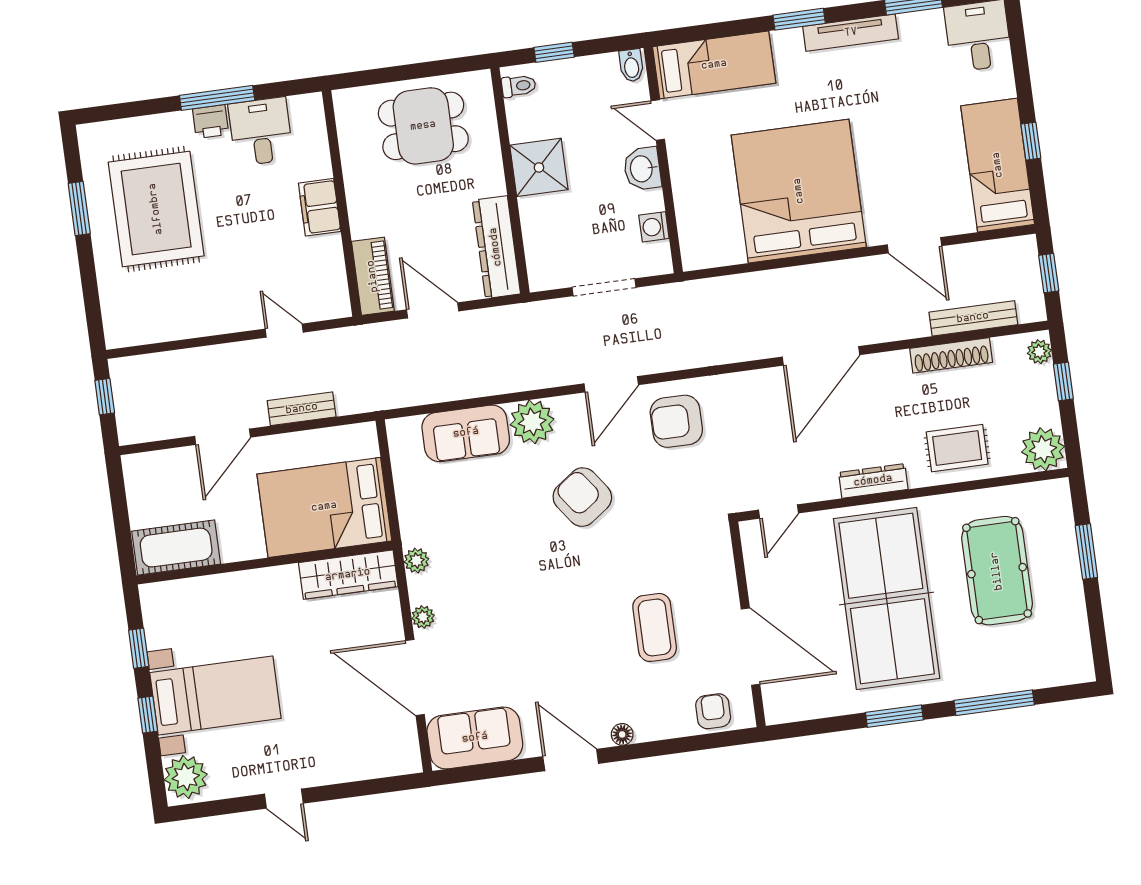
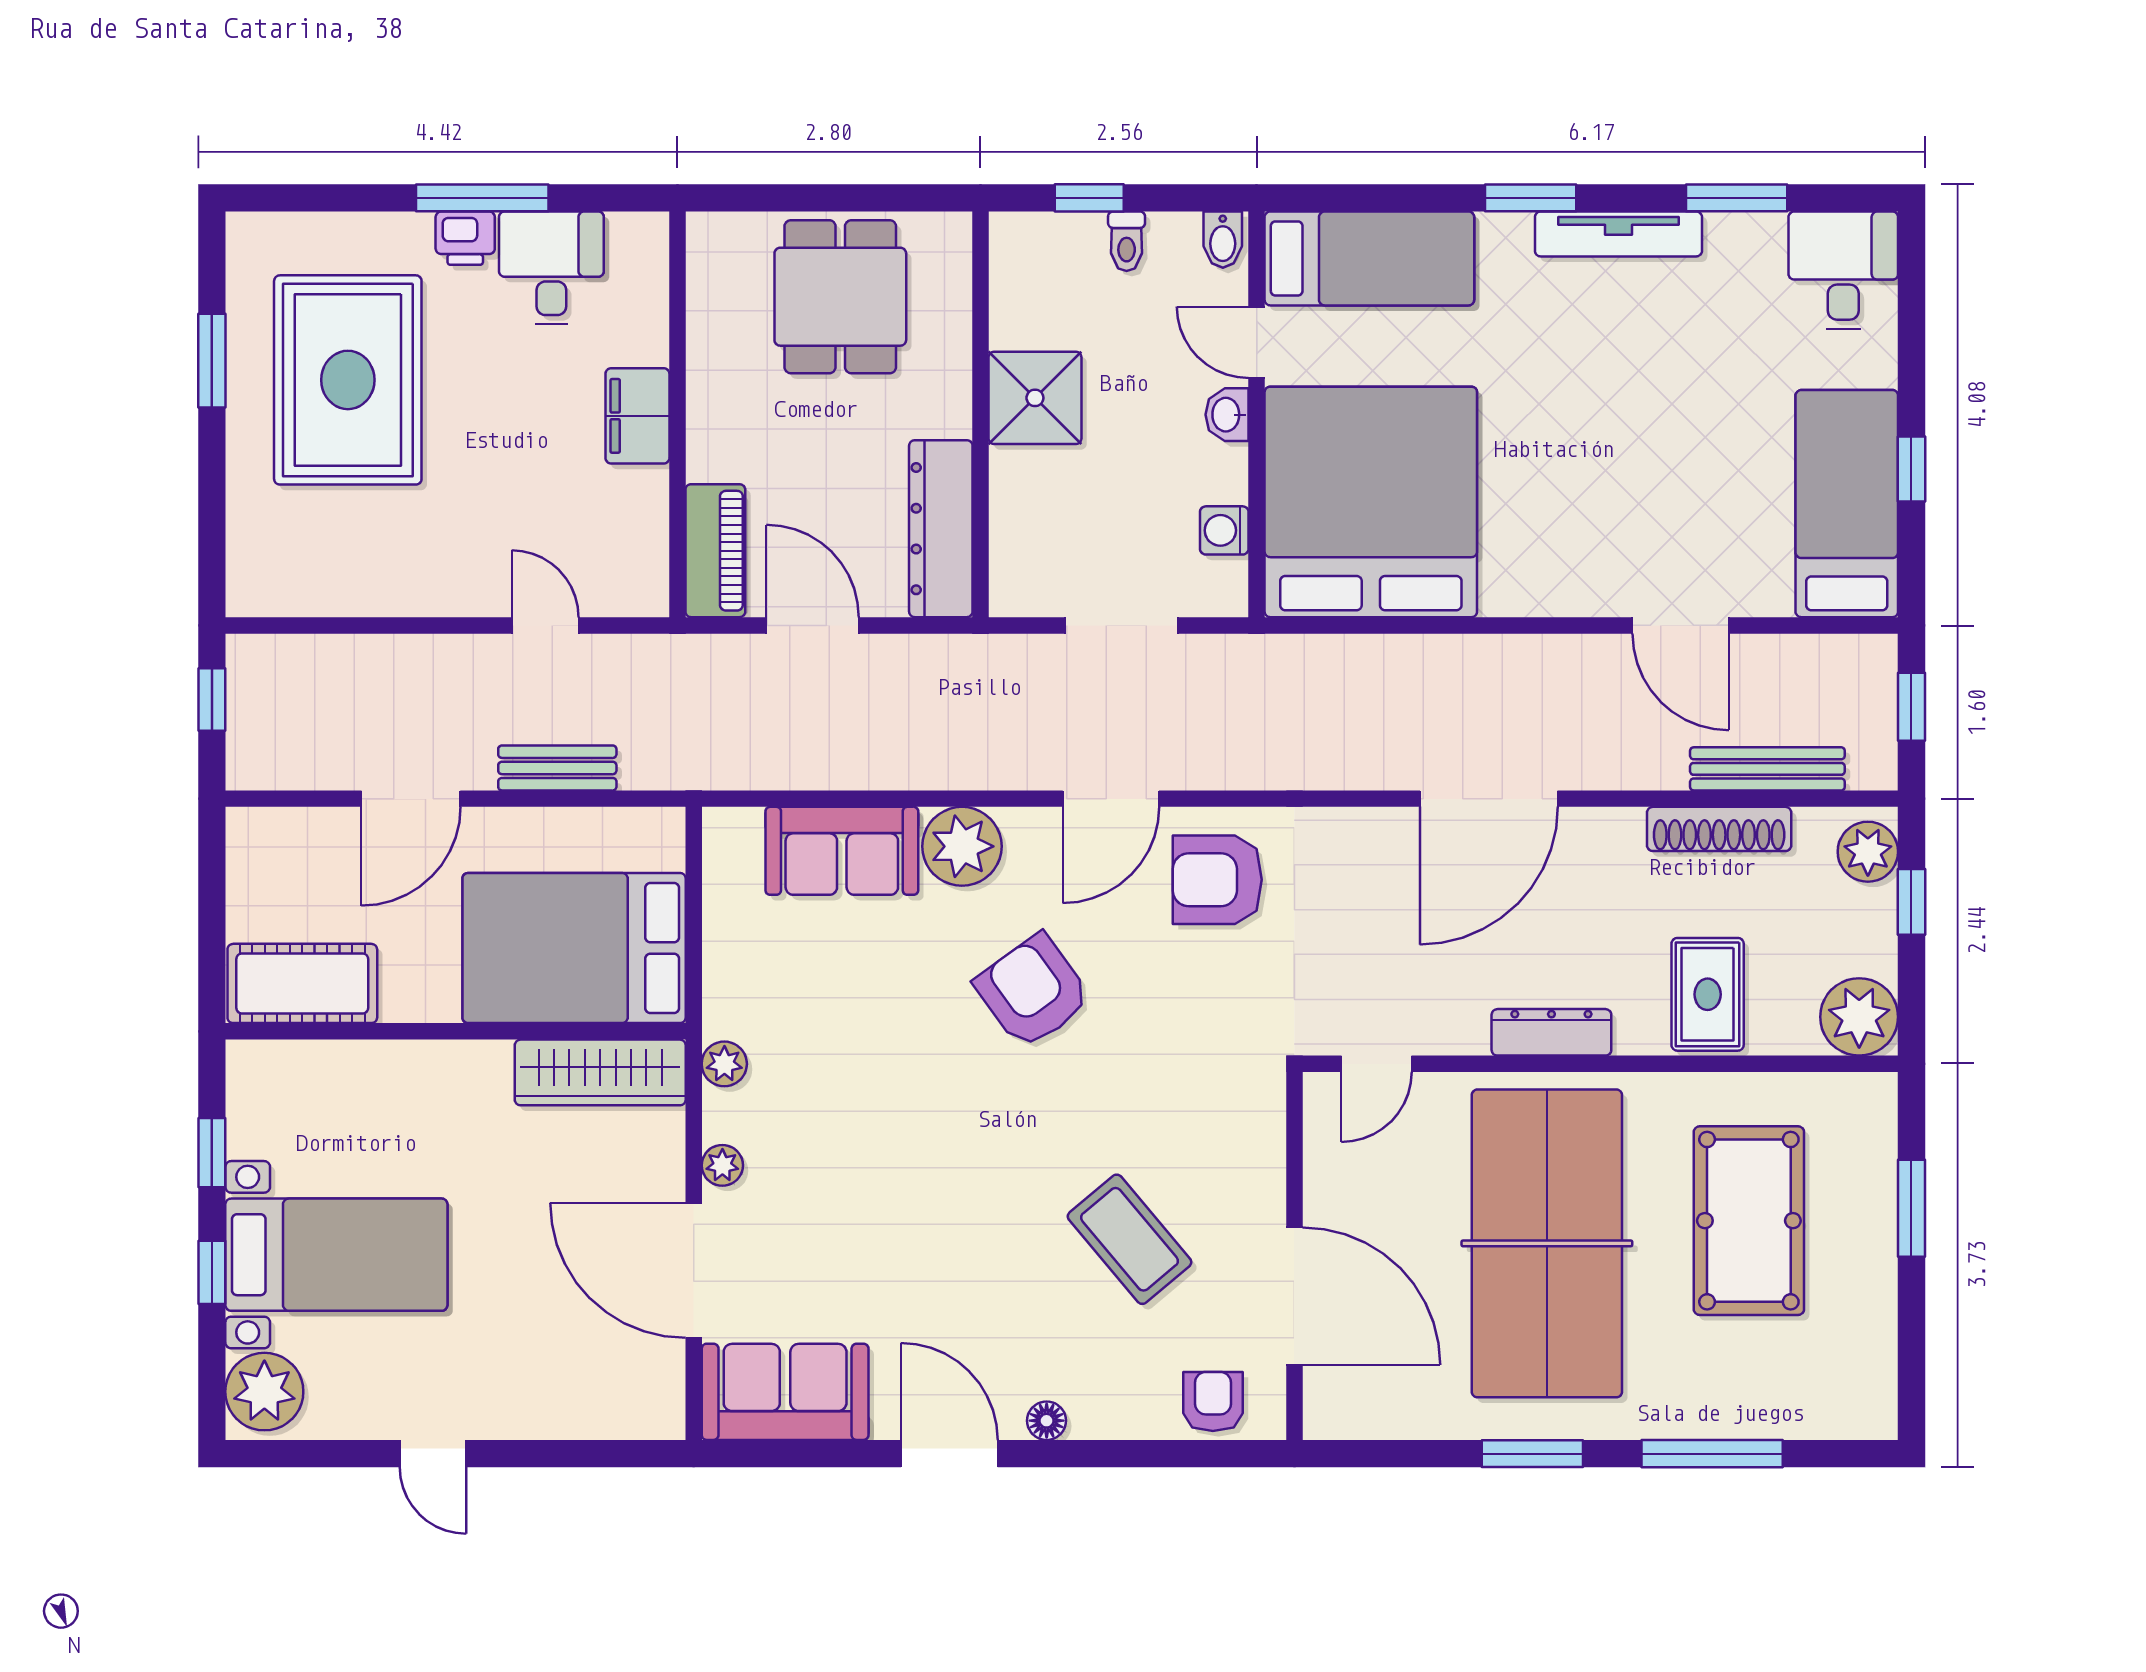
toilet: (519, 86) -> (1127, 241), moved, turned 90
dining table: (423, 126) -> (840, 297), turned 90
washbasin: (642, 169) -> (1227, 415), width x0.72, depth x0.69
bed: (799, 191) -> (1371, 502), moved
plant: (1039, 352) -> (1868, 852), width x1.38, depth x1.38
rug: (957, 448) -> (1708, 994), turned 90
coffee table: (655, 627) -> (1130, 1239), turned -40

